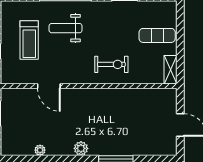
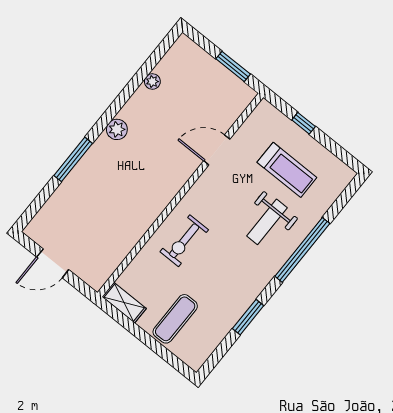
weight bench: (66, 28) -> (267, 222), turned 180
treadmill: (29, 40) -> (287, 170), turned 180

